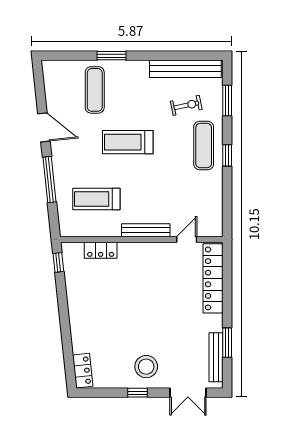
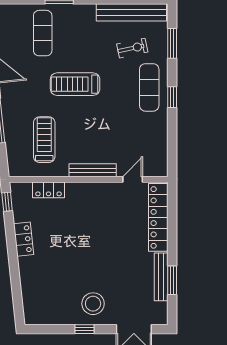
treadmill: (96, 199) -> (44, 140), turned 90
bench: (216, 357) -> (161, 277), moved
locker: (83, 371) -> (24, 239), moved

